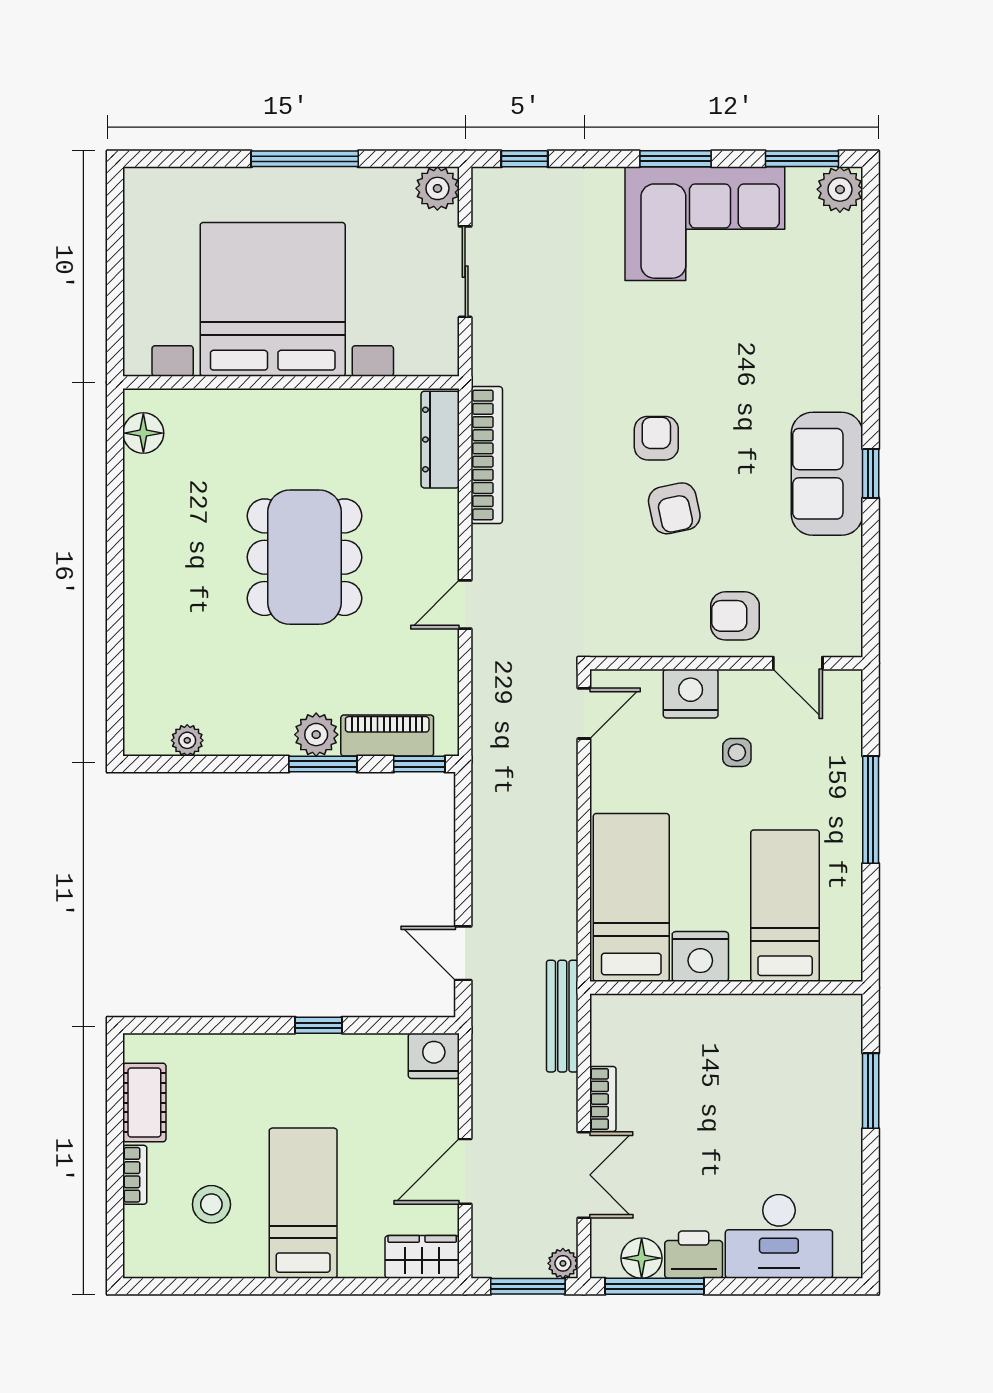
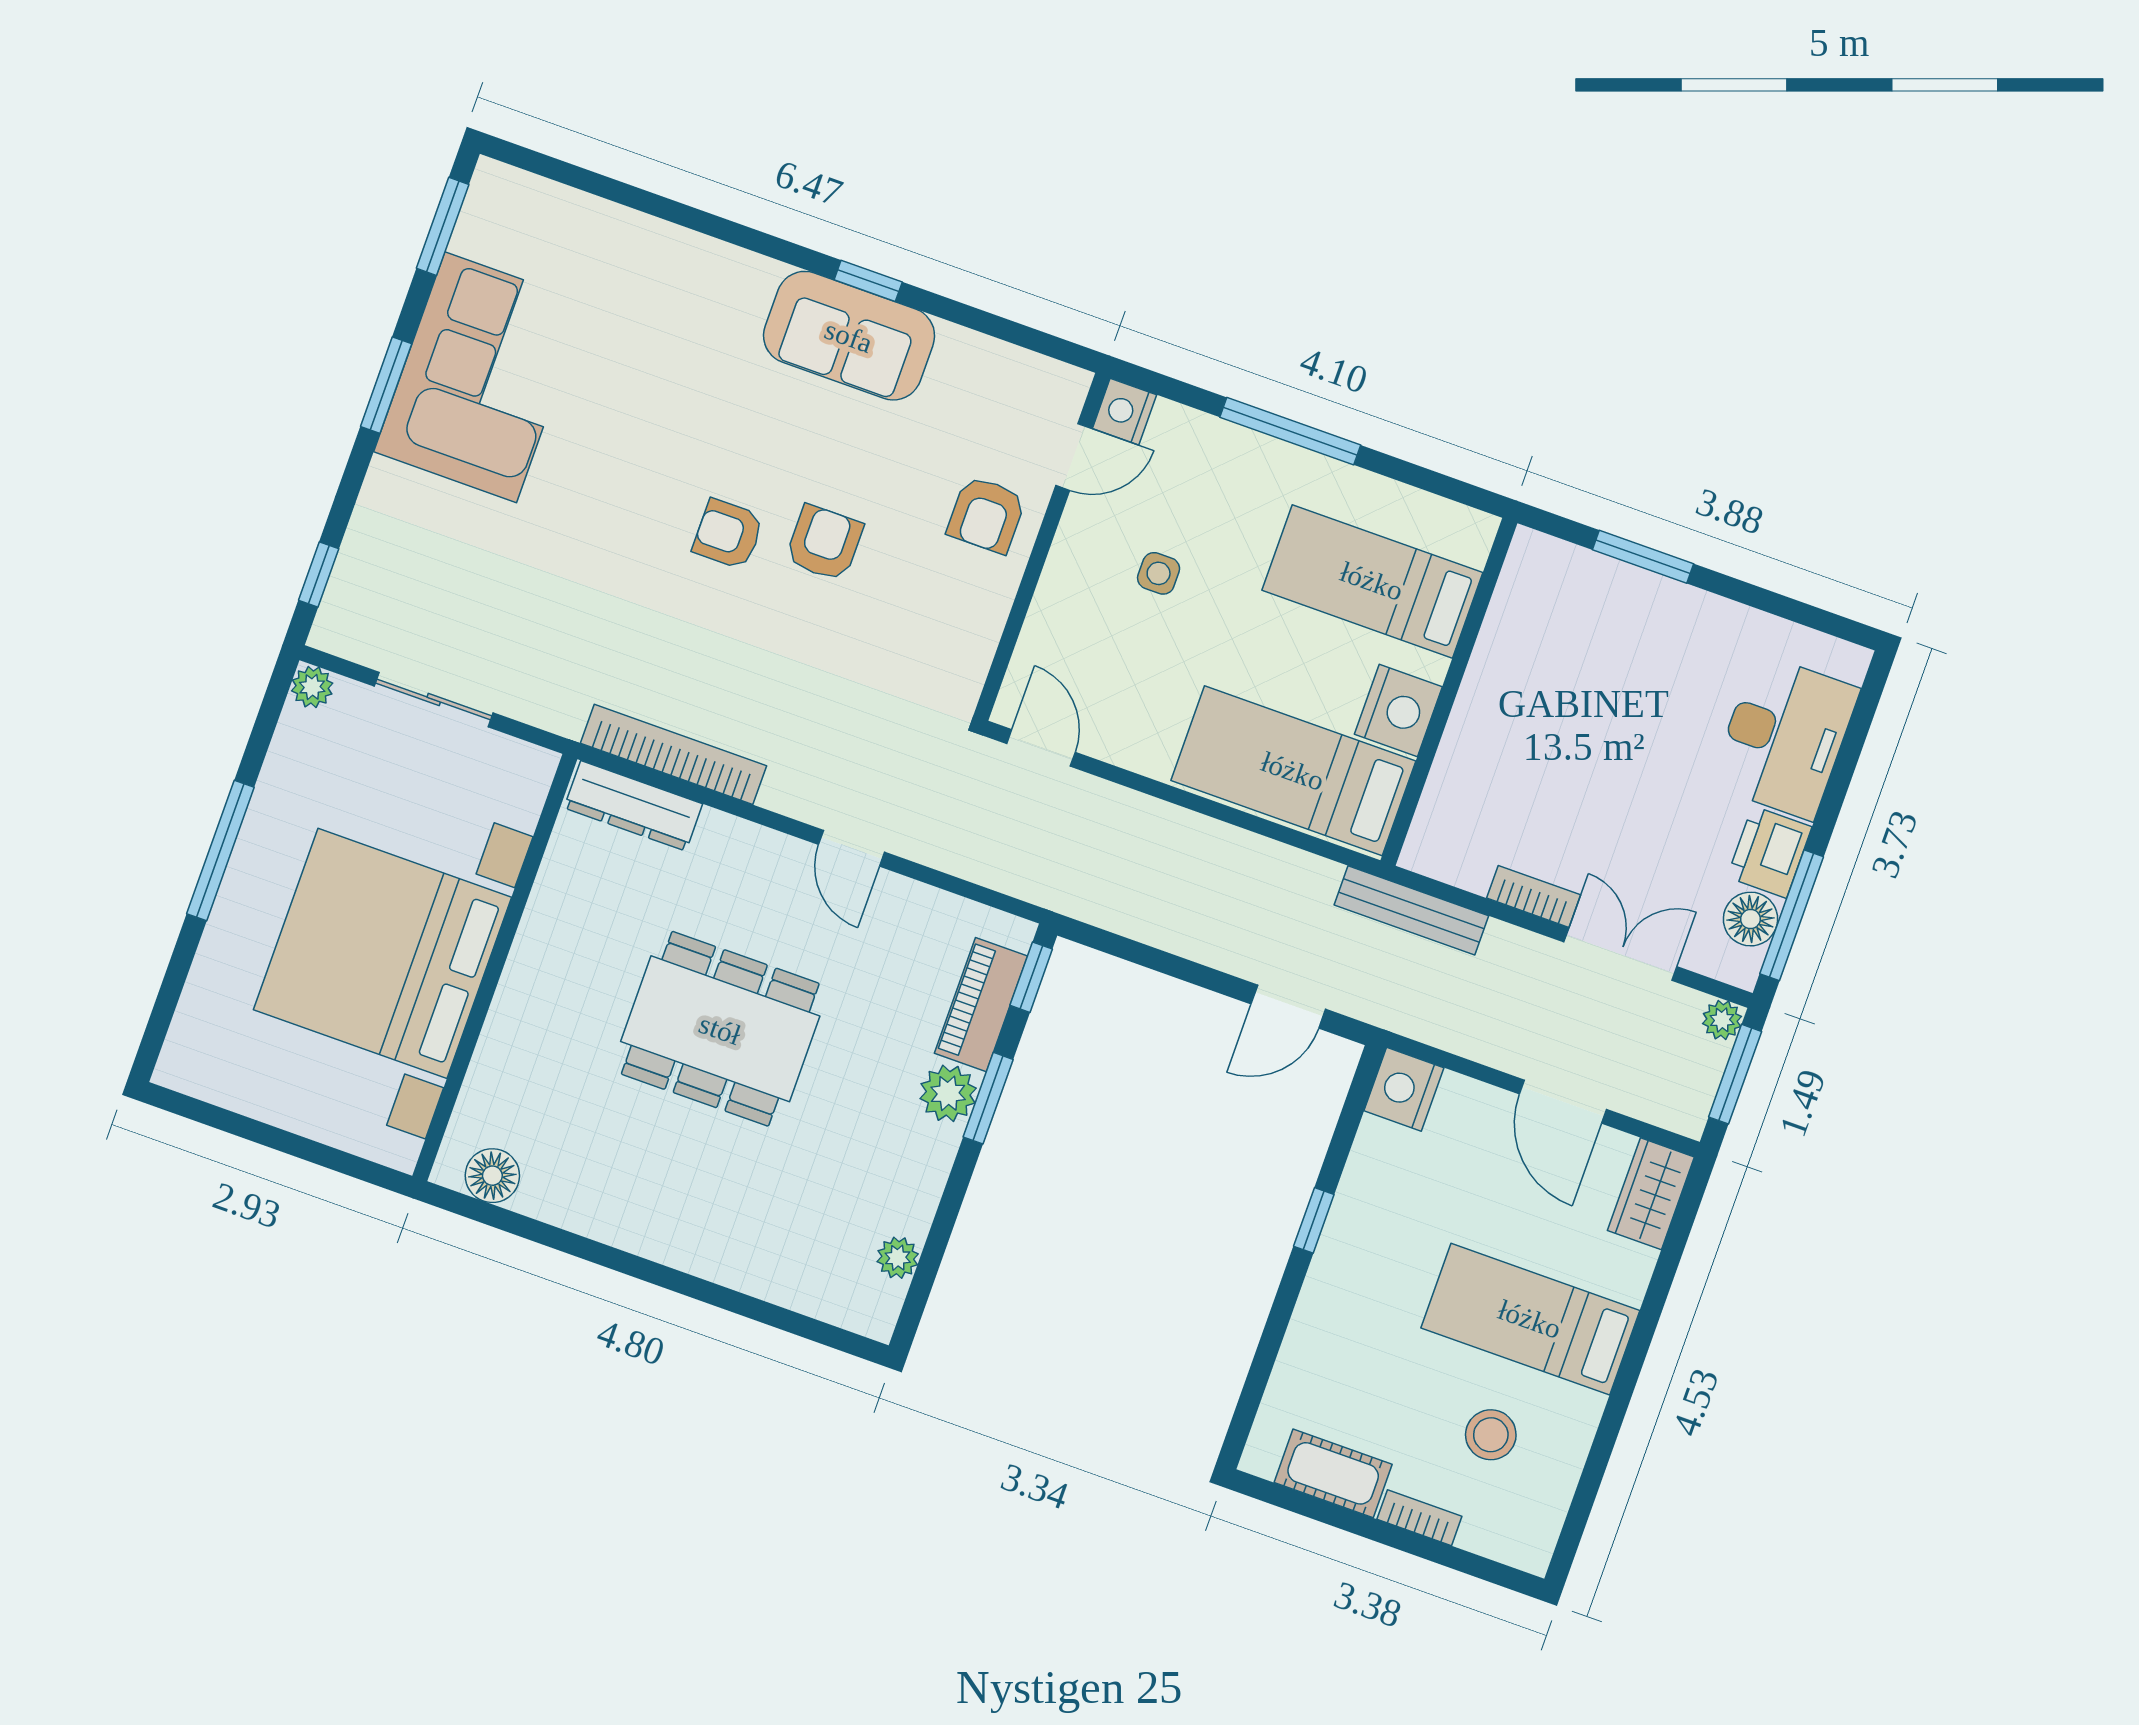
plant: (437, 188) -> (312, 687), width x0.73, depth x0.73
plant: (840, 189) -> (498, 192), removed
armchair: (674, 508) -> (824, 543), turned -78
nightstand: (691, 694) -> (1124, 412), moved, width x0.74, depth x0.75

